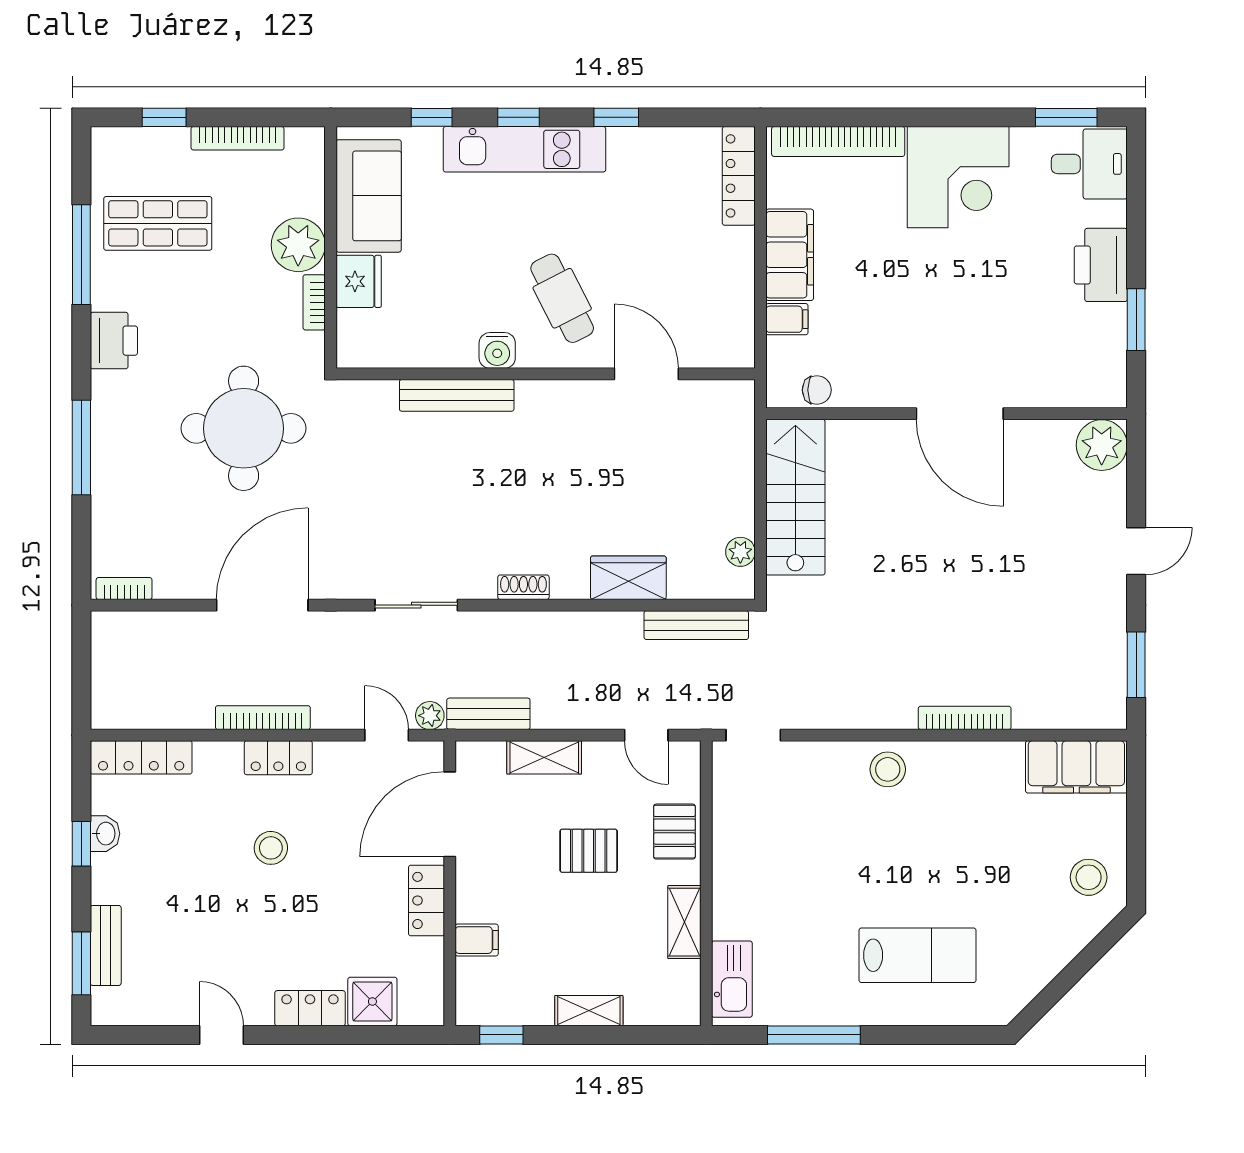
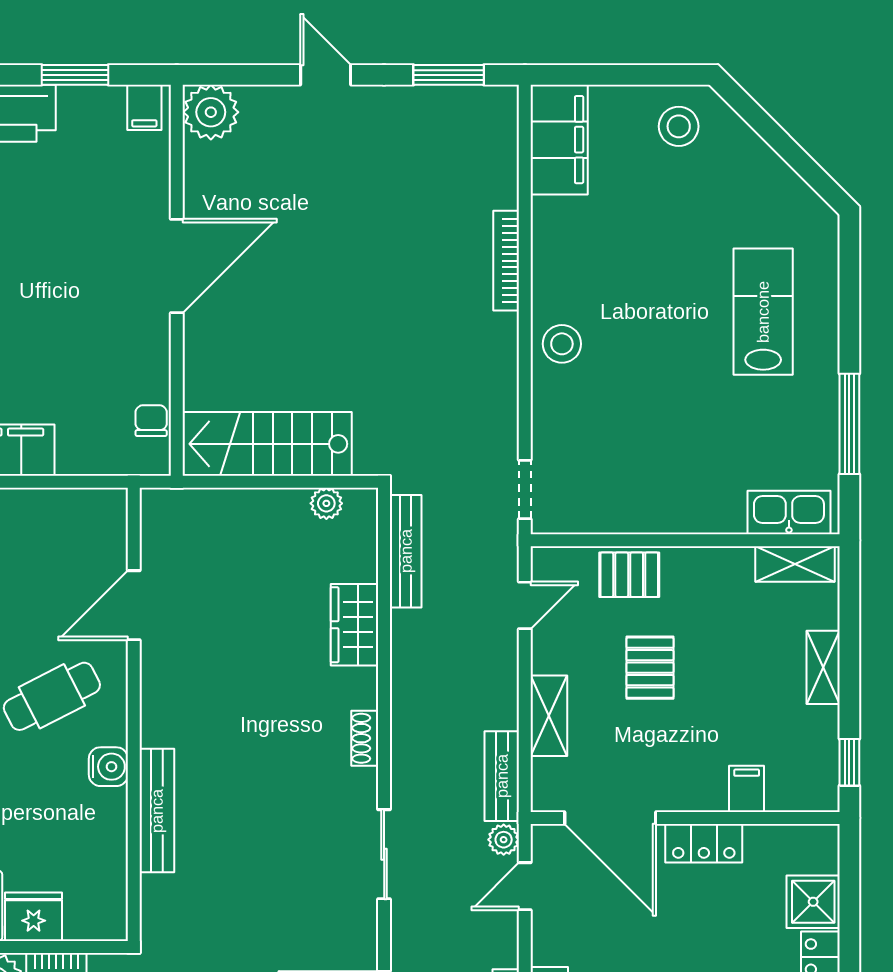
filing cabinet: (787, 319) -> (144, 107), moved, turned 180
shelving: (684, 922) -> (795, 564), moved

